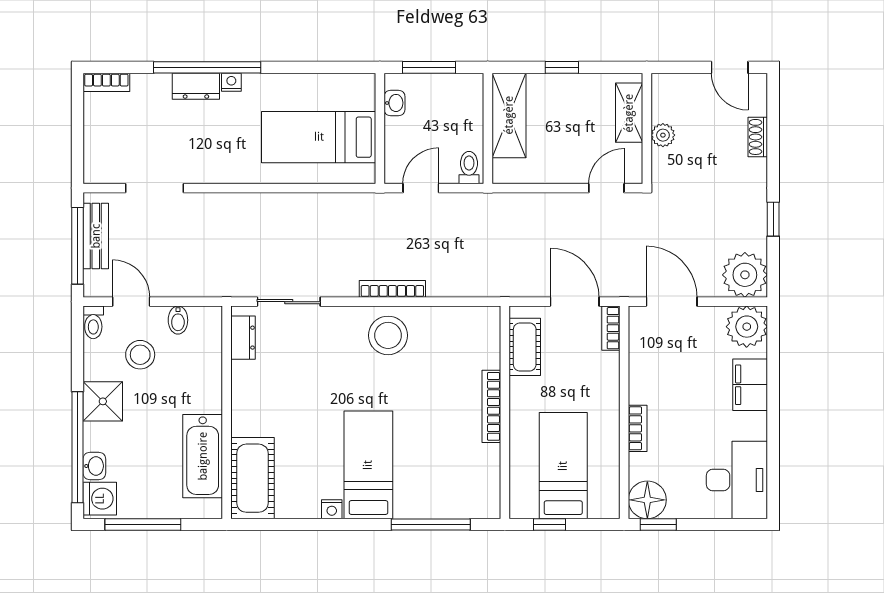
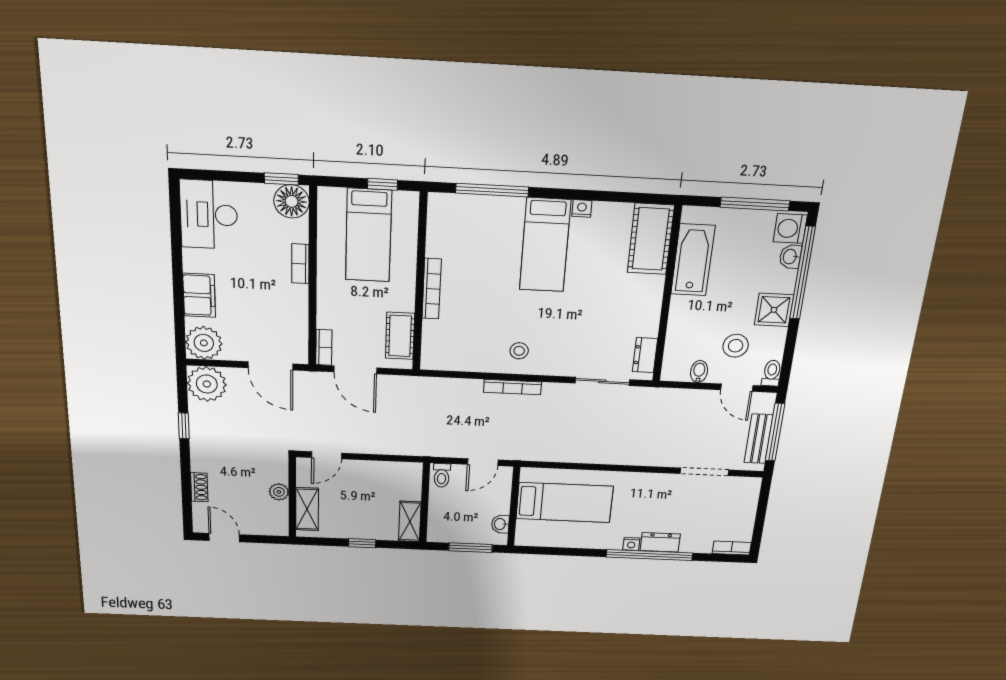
shelving: (509, 115) -> (410, 521), width x0.67, depth x0.75
stool: (388, 335) -> (519, 351), width x0.53, depth x0.53

